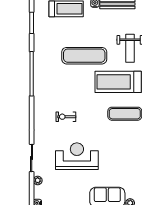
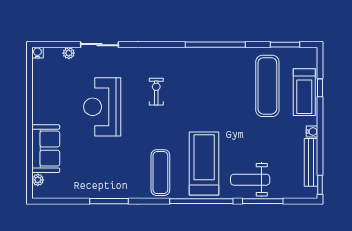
exercise mat: (84, 56) -> (267, 86), moved
reception desk: (77, 156) -> (102, 107), turned 180

